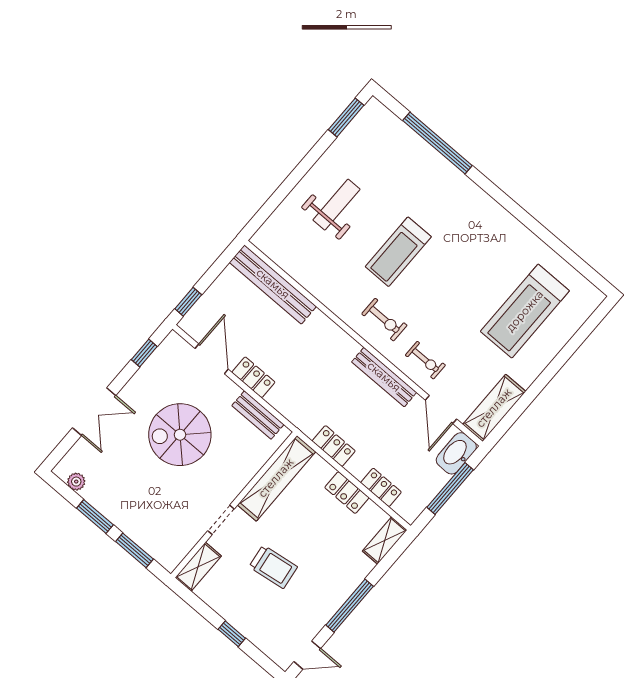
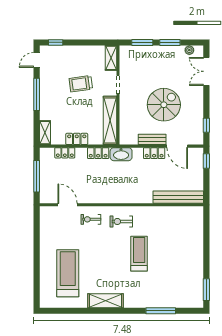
window: (437, 143) -> (161, 311), width x0.68
weight bench: (336, 205) -> (180, 251), removed
bench: (384, 377) -> (102, 198), removed
shelving: (494, 408) -> (106, 301), moved, turned 90
double door: (94, 412) -> (206, 71), moved
bench: (258, 415) -> (152, 139), moved
washbasin: (456, 453) -> (121, 154), moved, turned 90
window: (232, 634) -> (56, 42), moved

